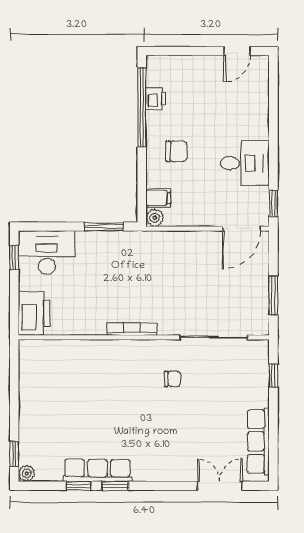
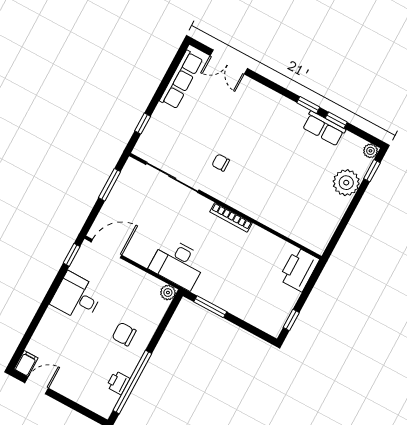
filing cabinet: (158, 198) -> (26, 364), moved, turned 90
desk: (47, 253) -> (178, 264), moved
plant: (34, 428) -> (346, 183), added
row of seats: (97, 470) -> (324, 128), width x0.68

